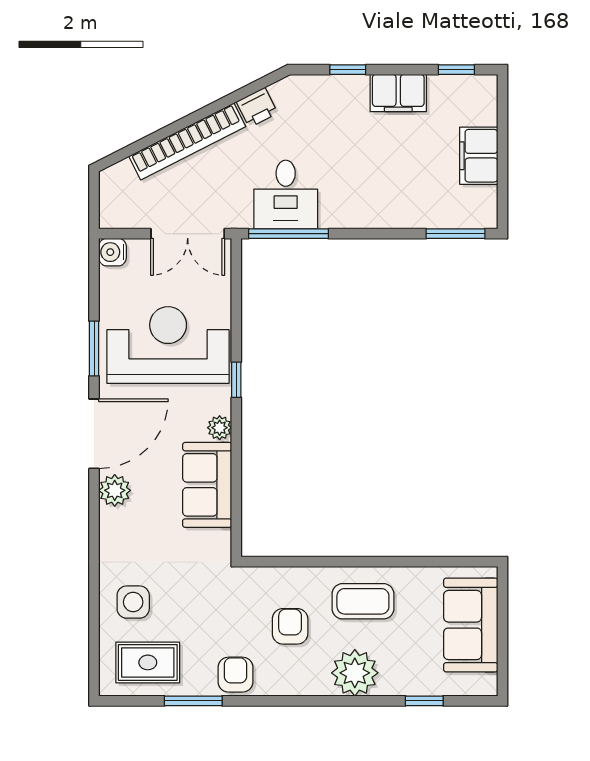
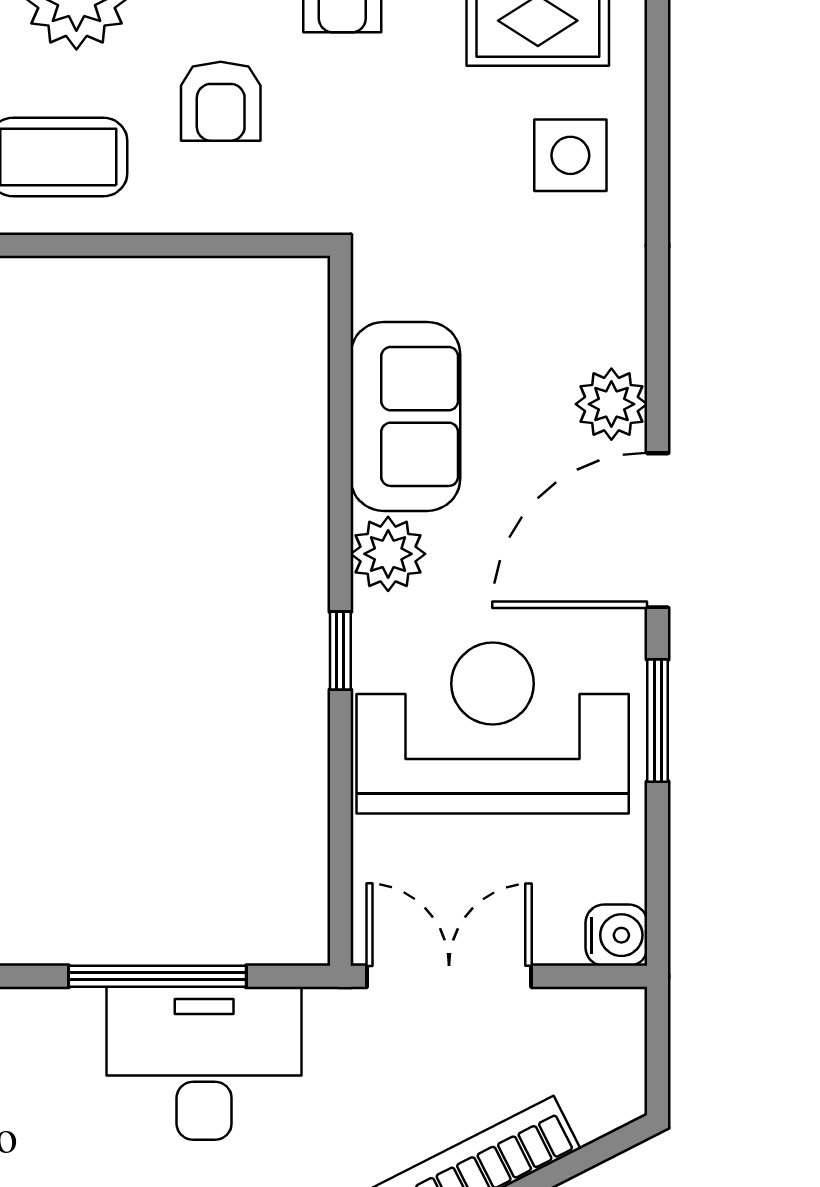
desk: (286, 195) -> (204, 1063), width x1.37
window: (288, 234) -> (157, 976), moved
reception desk: (168, 345) -> (493, 728), turned 180
plant: (220, 428) -> (388, 554), width x1.38, depth x1.38

